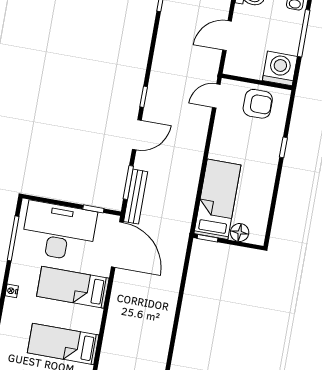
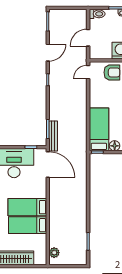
door: (137, 135) -> (48, 53), moved
bed: (73, 287) -> (27, 207), moved

